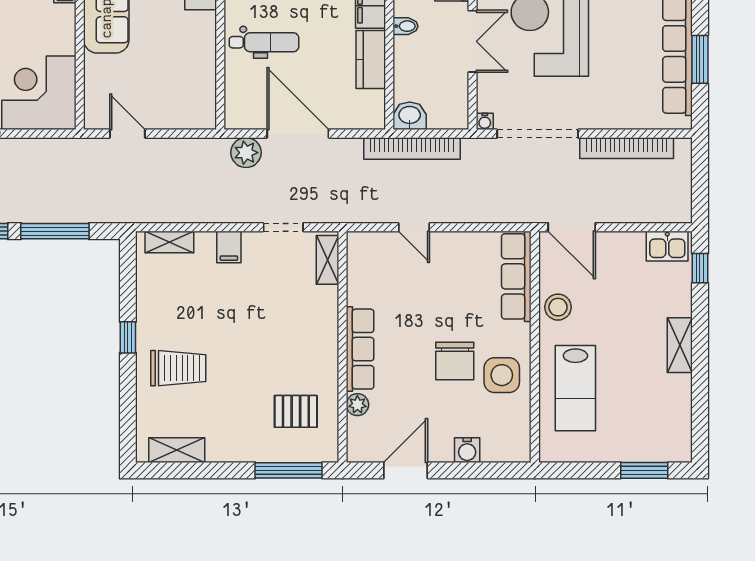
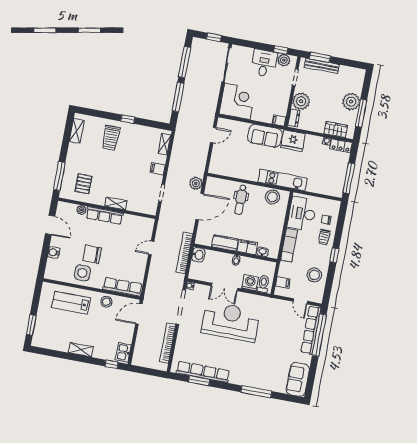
shelving: (328, 260) -> (116, 204), moved

